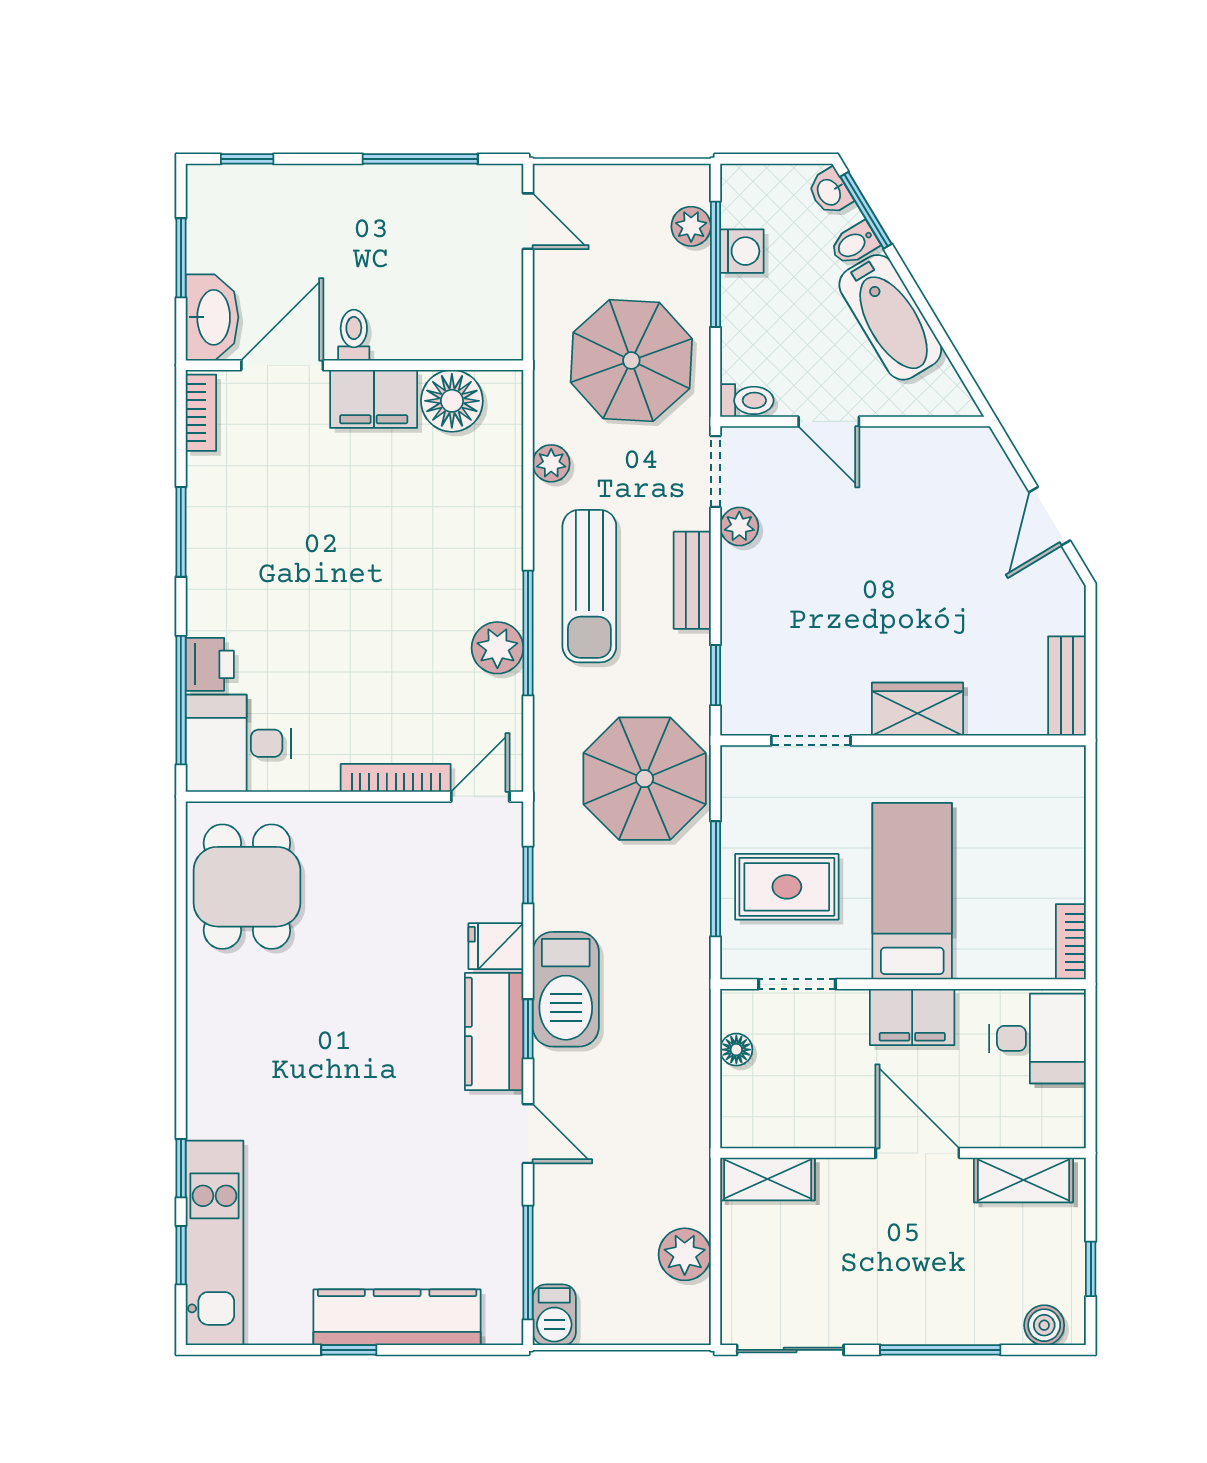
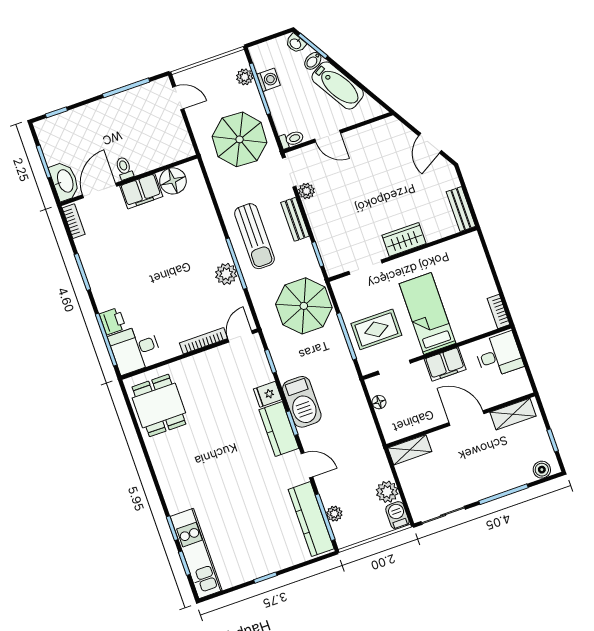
plant: (551, 463) -> (334, 514), moved
barbecue: (554, 1315) -> (397, 515), moved, turned 180
kitchen counter: (397, 1317) -> (311, 519), moved, turned -90

